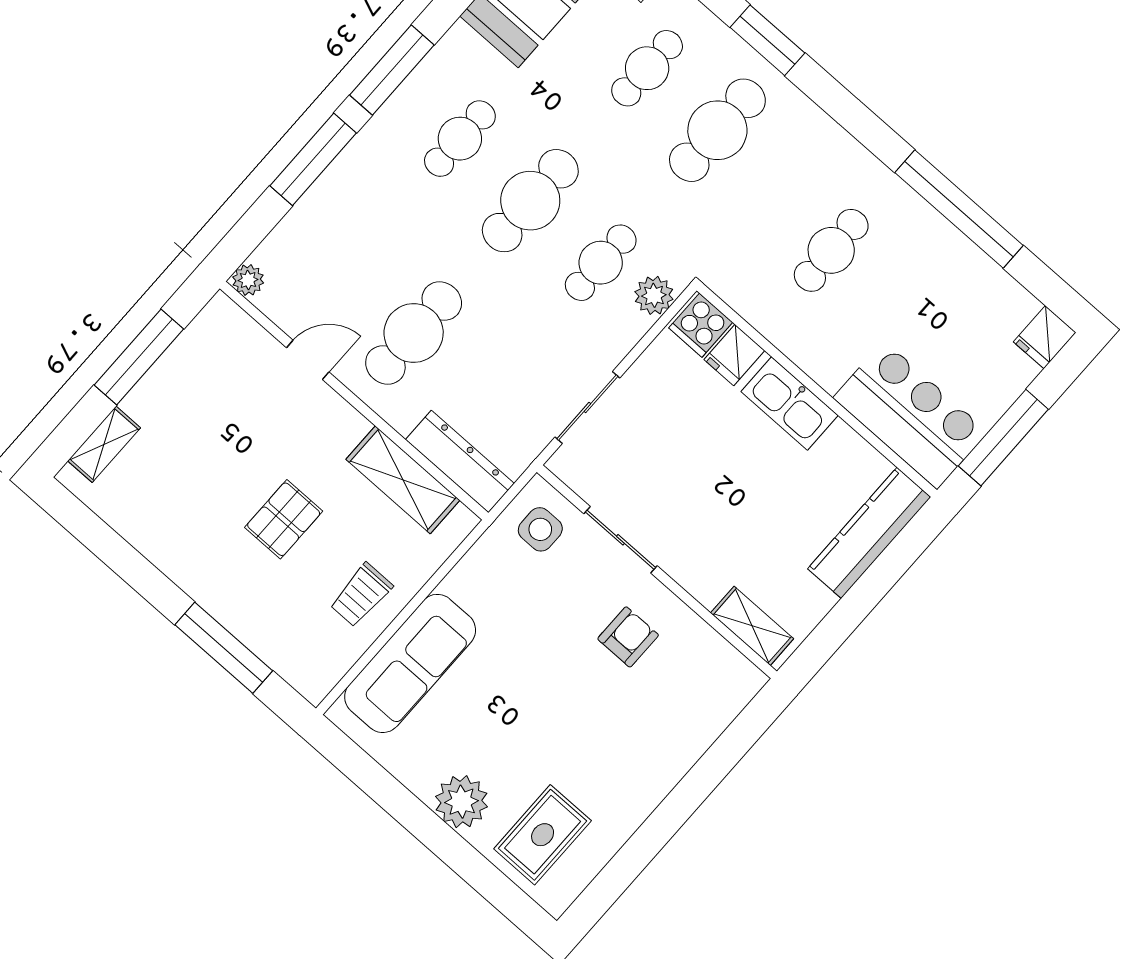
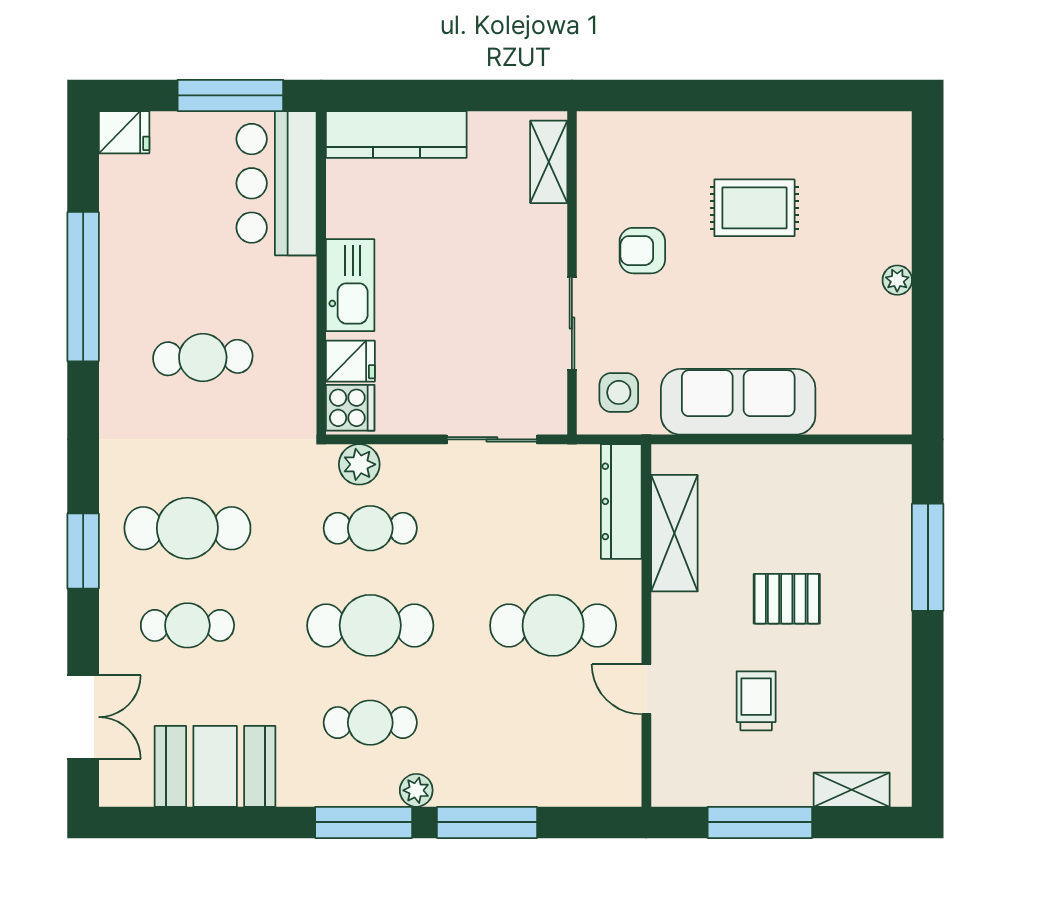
plant: (248, 280) -> (416, 790), moved
trolley: (361, 595) -> (756, 701), moved, turned -90
sofa: (410, 663) -> (738, 402), moved
plant: (461, 802) -> (897, 280), width x0.53, depth x0.53
rug: (543, 835) -> (754, 208), moved

